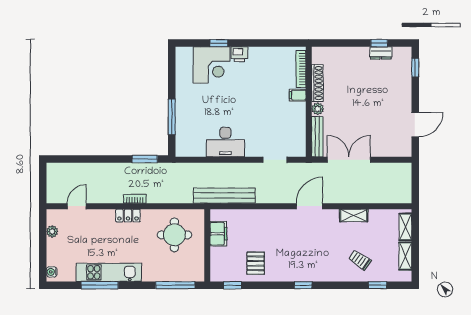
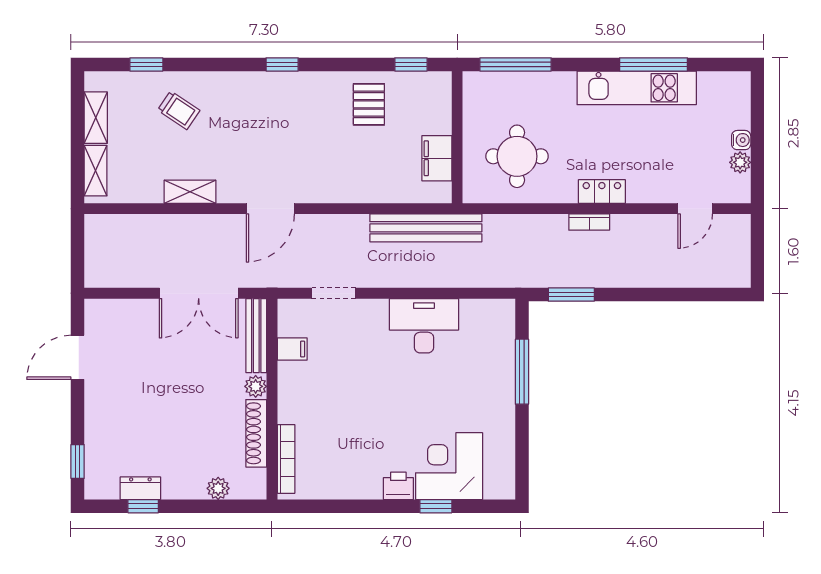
plant: (338, 53) -> (218, 488), added
filing cabinet: (298, 95) -> (292, 349), moved
water cooler: (52, 272) -> (741, 140), moved

